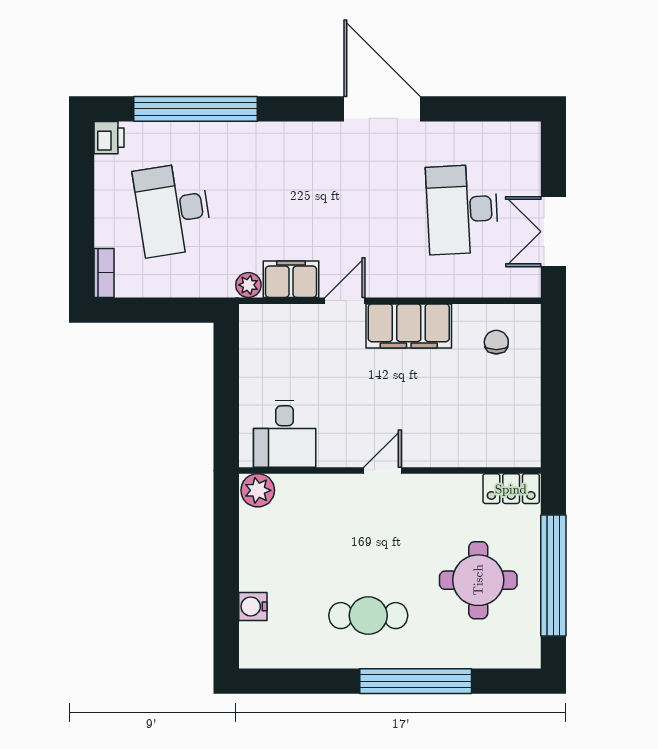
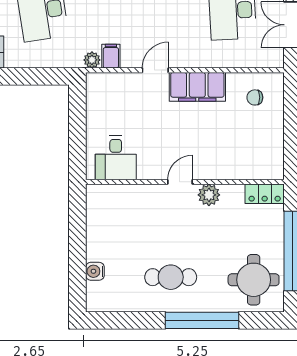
filing cabinet: (291, 279) -> (111, 56), width x0.50
chair: (496, 342) -> (255, 97), turned -90
plant: (258, 490) -> (209, 195), moved
round table: (478, 580) -> (254, 280), moved

